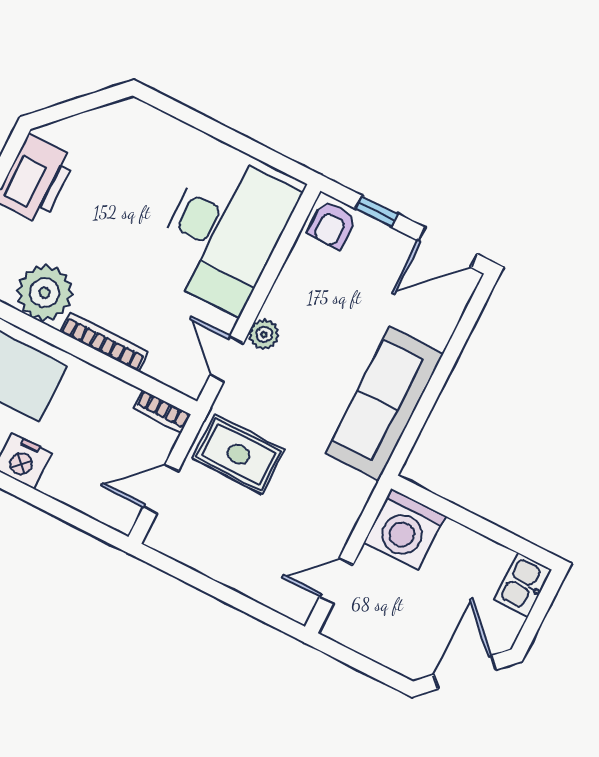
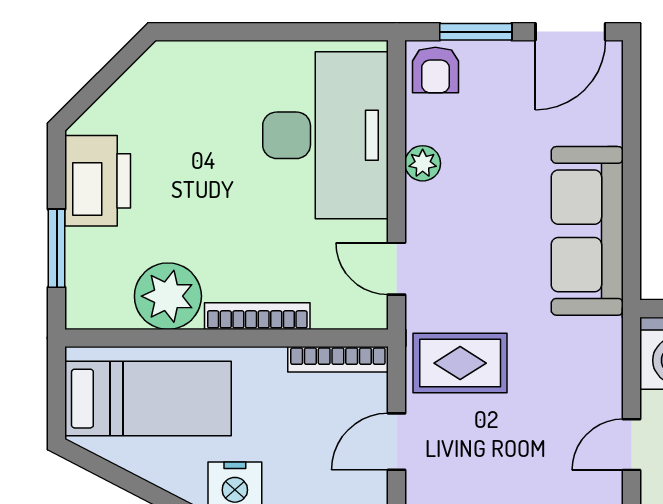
window: (377, 211) -> (476, 32), width x1.50
plant: (264, 335) -> (423, 163), moved
bookcase: (162, 412) -> (338, 359), width x1.56

